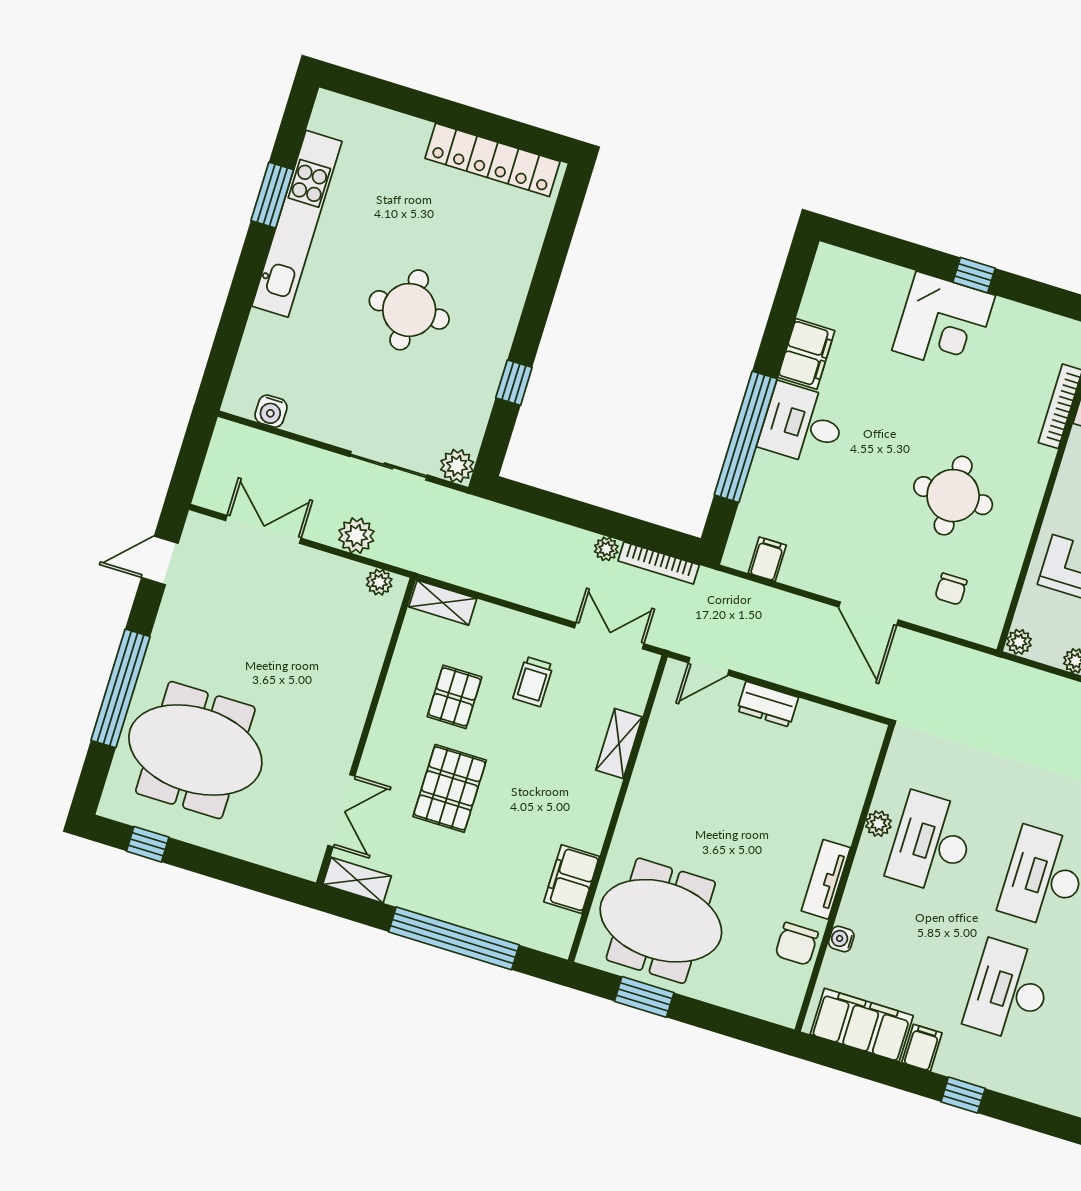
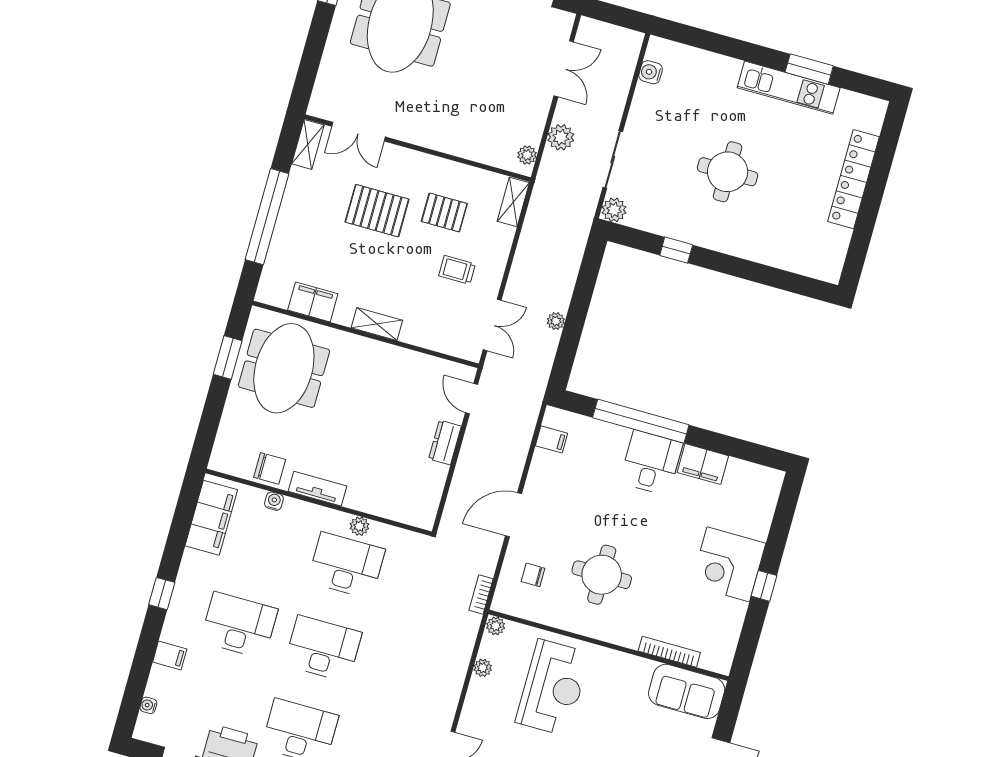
locker: (493, 160) -> (854, 179), moved
kitchen unit: (297, 224) -> (789, 88), width x0.73
bookcase: (659, 563) -> (481, 594), moved, width x0.64
shelving: (619, 744) -> (377, 324), moved
chair: (797, 944) -> (270, 468), turned 180
filing cabinet: (922, 1048) -> (170, 655), moved

